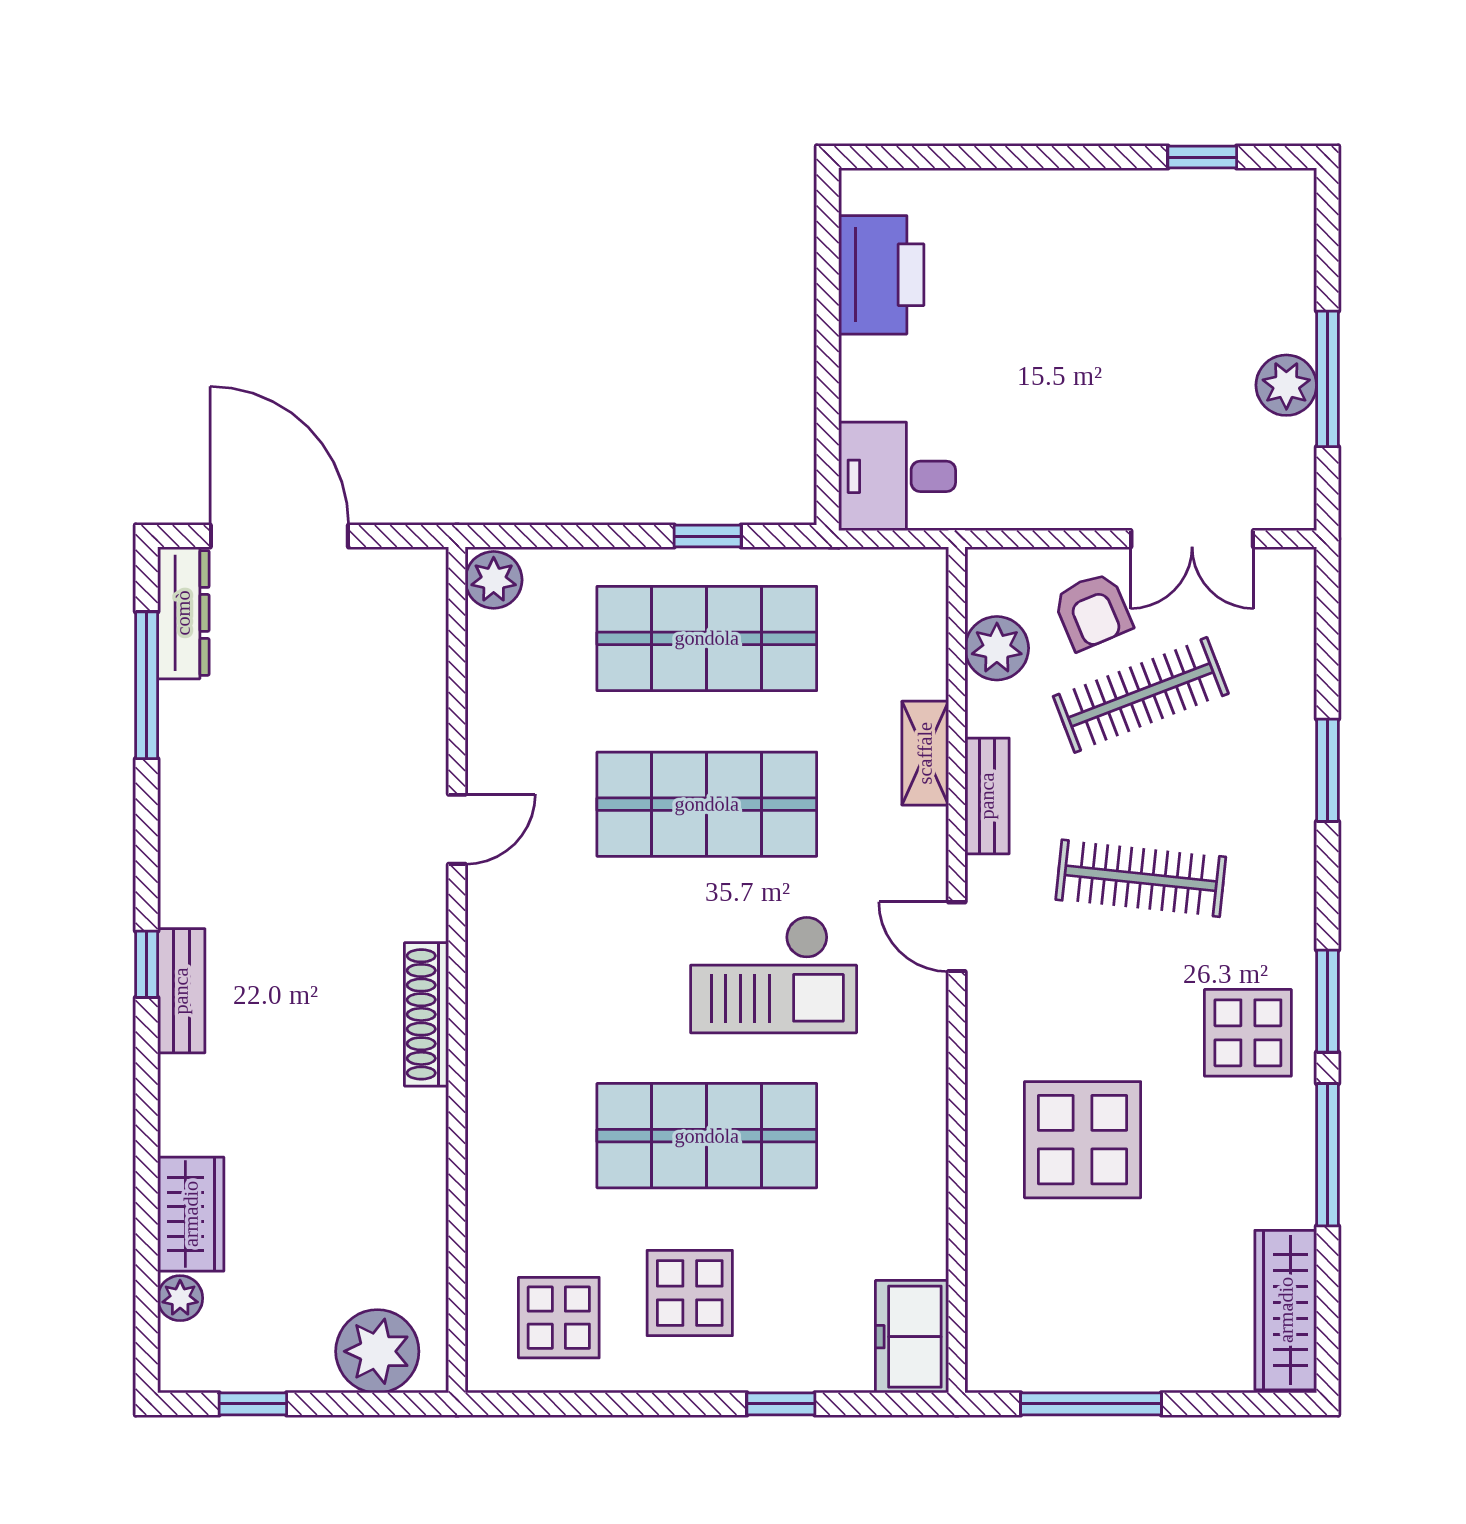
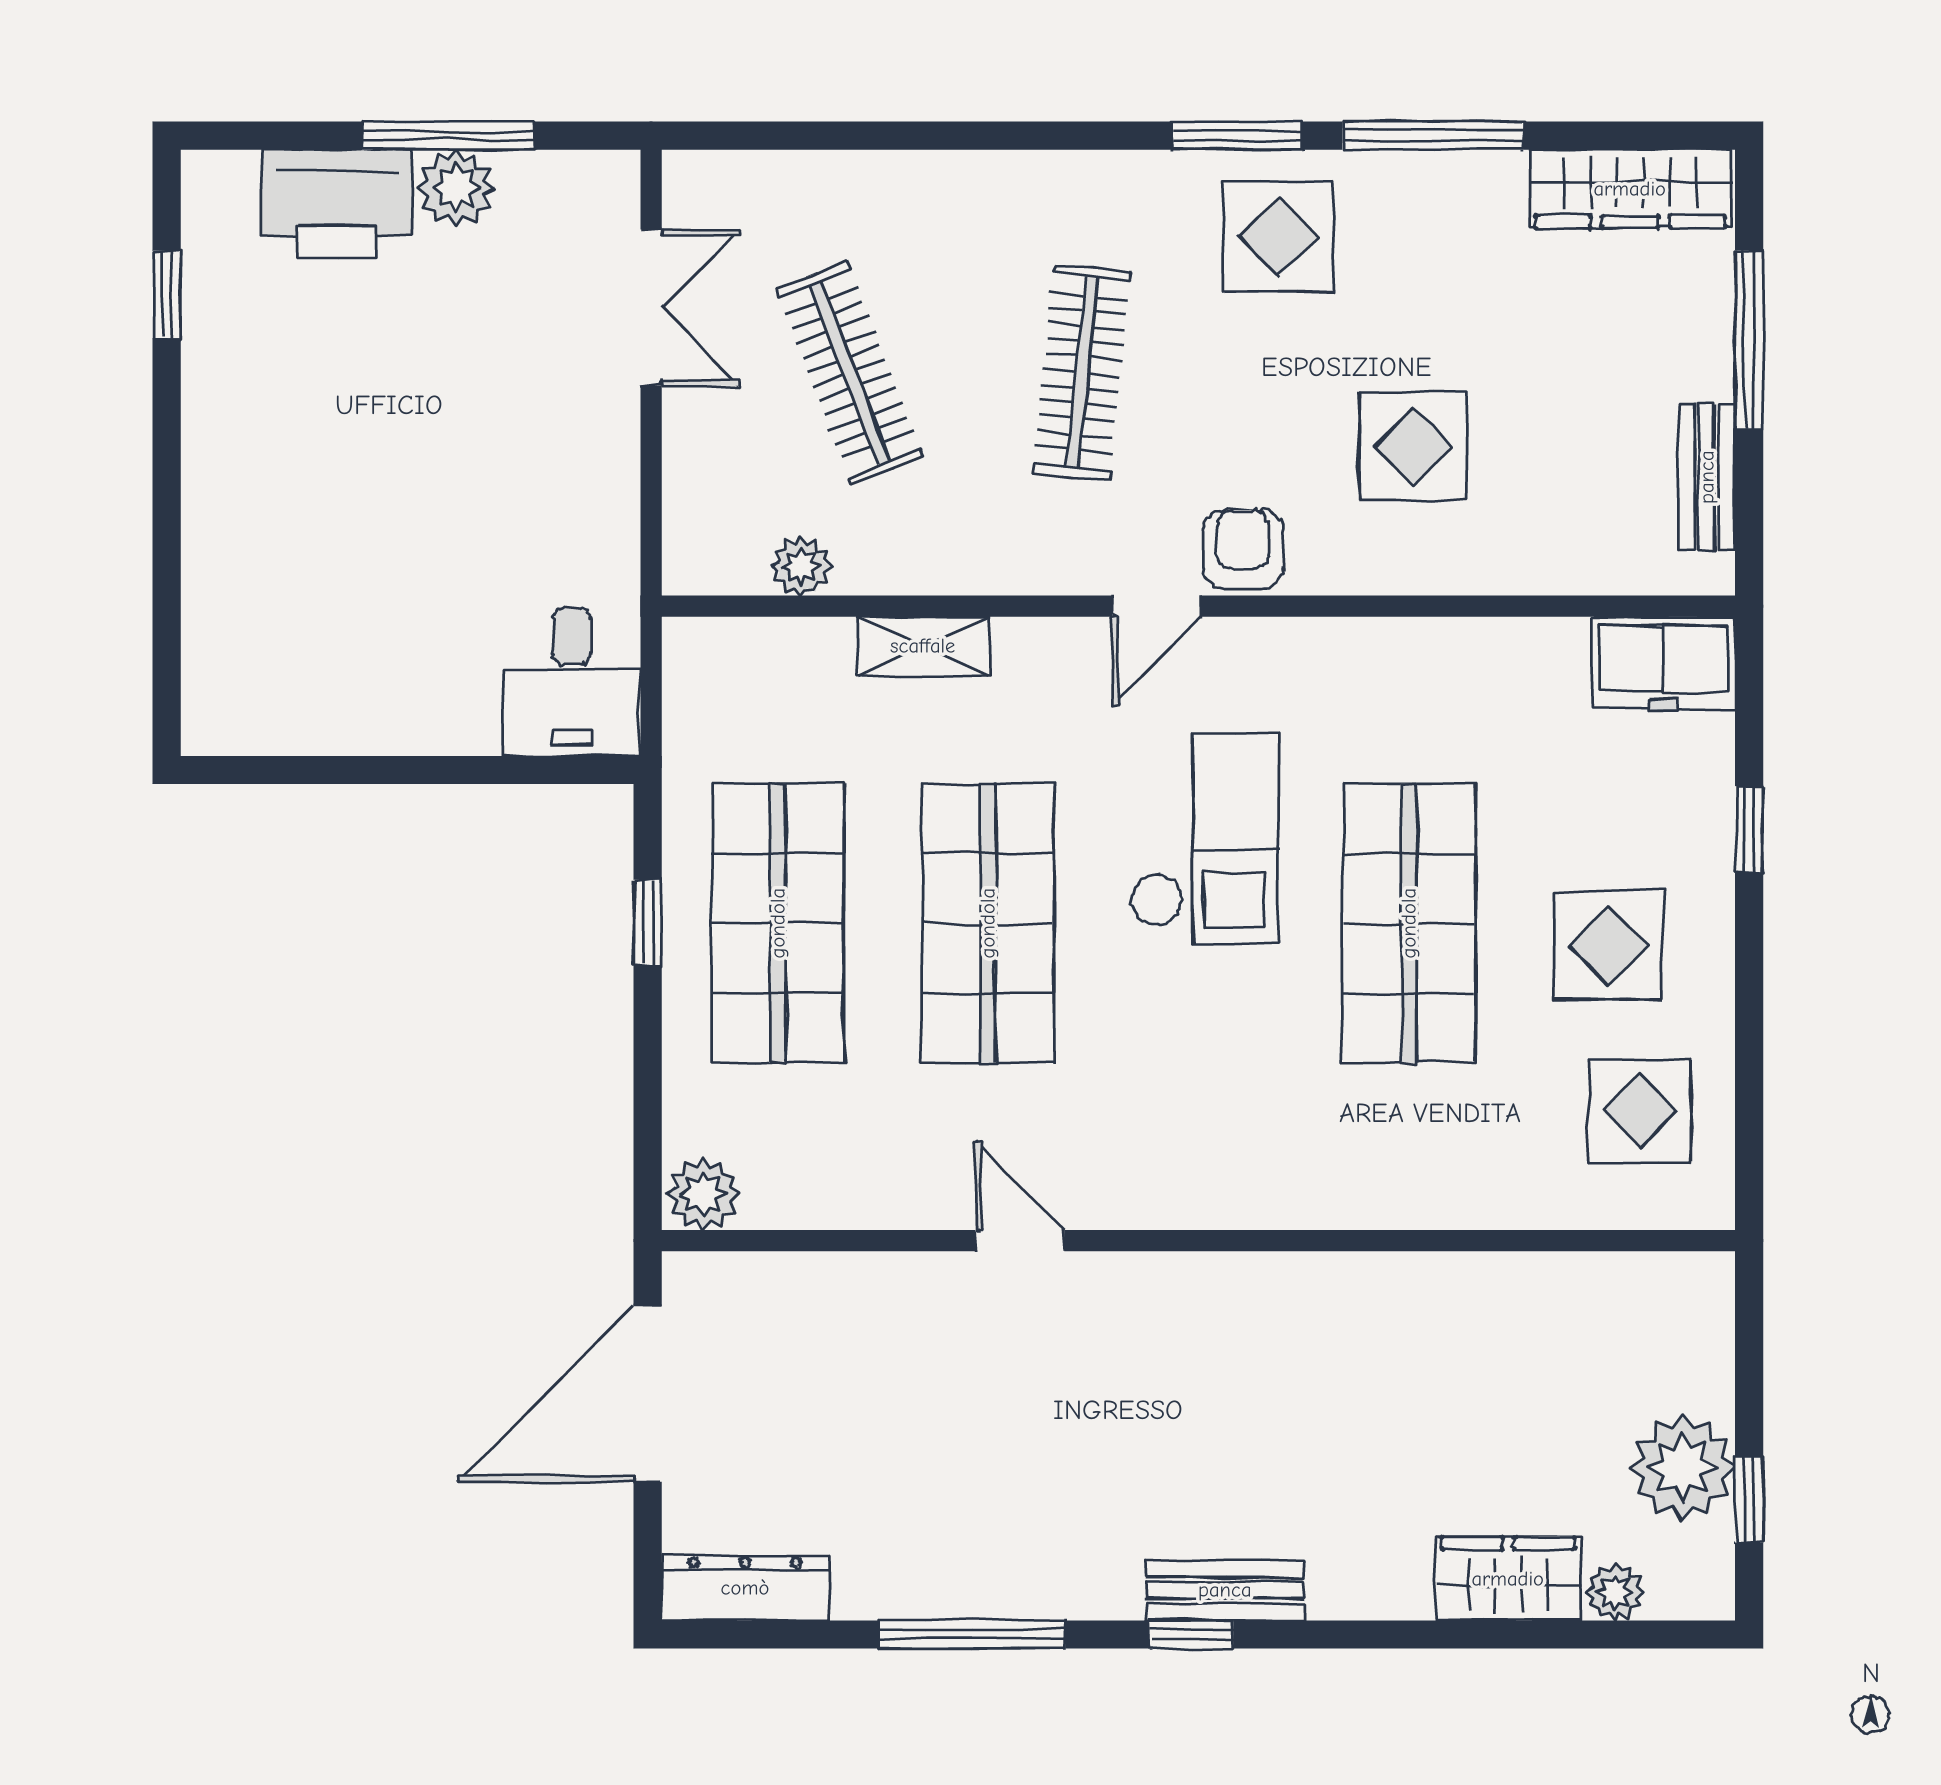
printer: (881, 275) -> (337, 204), moved, turned 180
door: (279, 536) -> (648, 1394), moved
armchair: (1093, 611) -> (1243, 549), moved, turned -67
plant: (997, 648) -> (801, 566), width x0.73, depth x0.73
window: (147, 685) -> (972, 1634), moved
window: (1328, 770) -> (945, 136), removed
bench: (987, 796) -> (1707, 477), moved, turned 90
shoe rack: (427, 1014) -> (1255, 1279), removed
display table: (1083, 1140) -> (1414, 447), width x0.73, depth x0.73
plant: (377, 1351) -> (1682, 1468), moved
window: (1091, 1404) -> (1749, 340), moved

